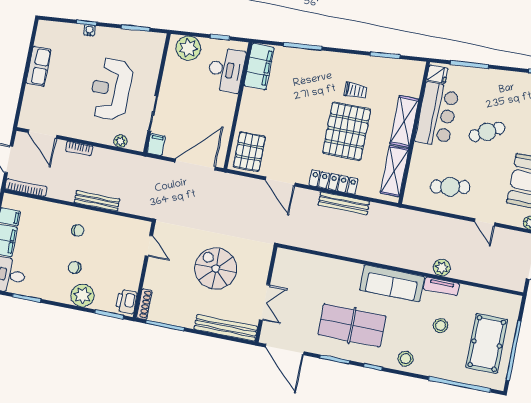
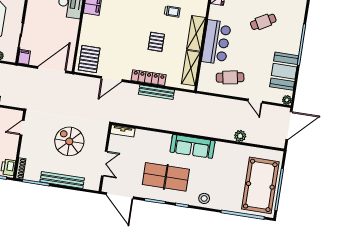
trolley: (356, 91) -> (172, 11), moved
bar counter: (437, 115) -> (216, 42), moved
pallet: (347, 131) -> (156, 42), width x0.49, depth x0.50
cafe table: (487, 132) -> (263, 22), moved
door: (280, 181) -> (112, 79), hinge flipped
door: (149, 246) -> (22, 128), swing flipped
plant: (442, 267) -> (240, 136), moved
tv unit: (441, 286) -> (123, 131), moved
stool: (440, 326) -> (228, 174), removed
bench: (226, 328) -> (62, 180), moved
pool table: (487, 343) -> (260, 185), width x1.36, depth x1.32

